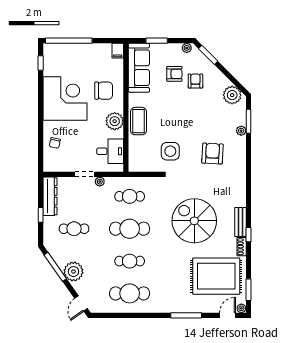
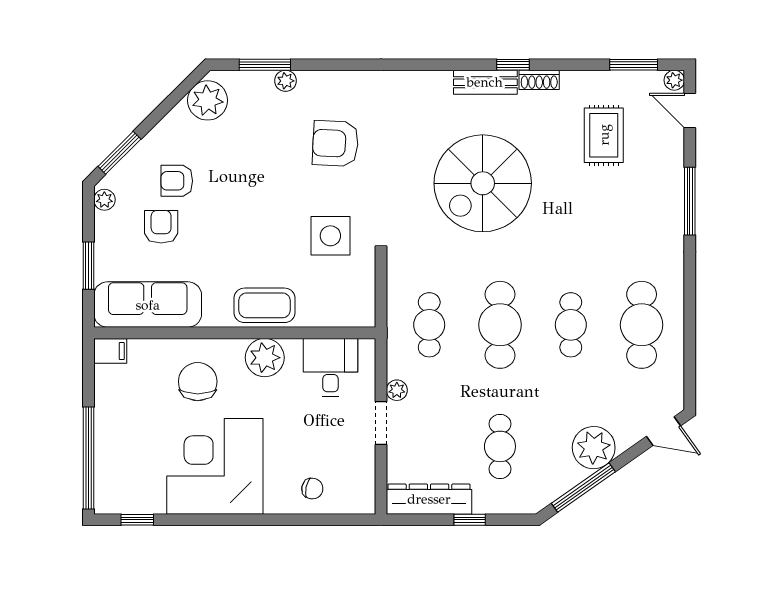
rug: (216, 276) -> (604, 135), width x0.54, depth x0.49

